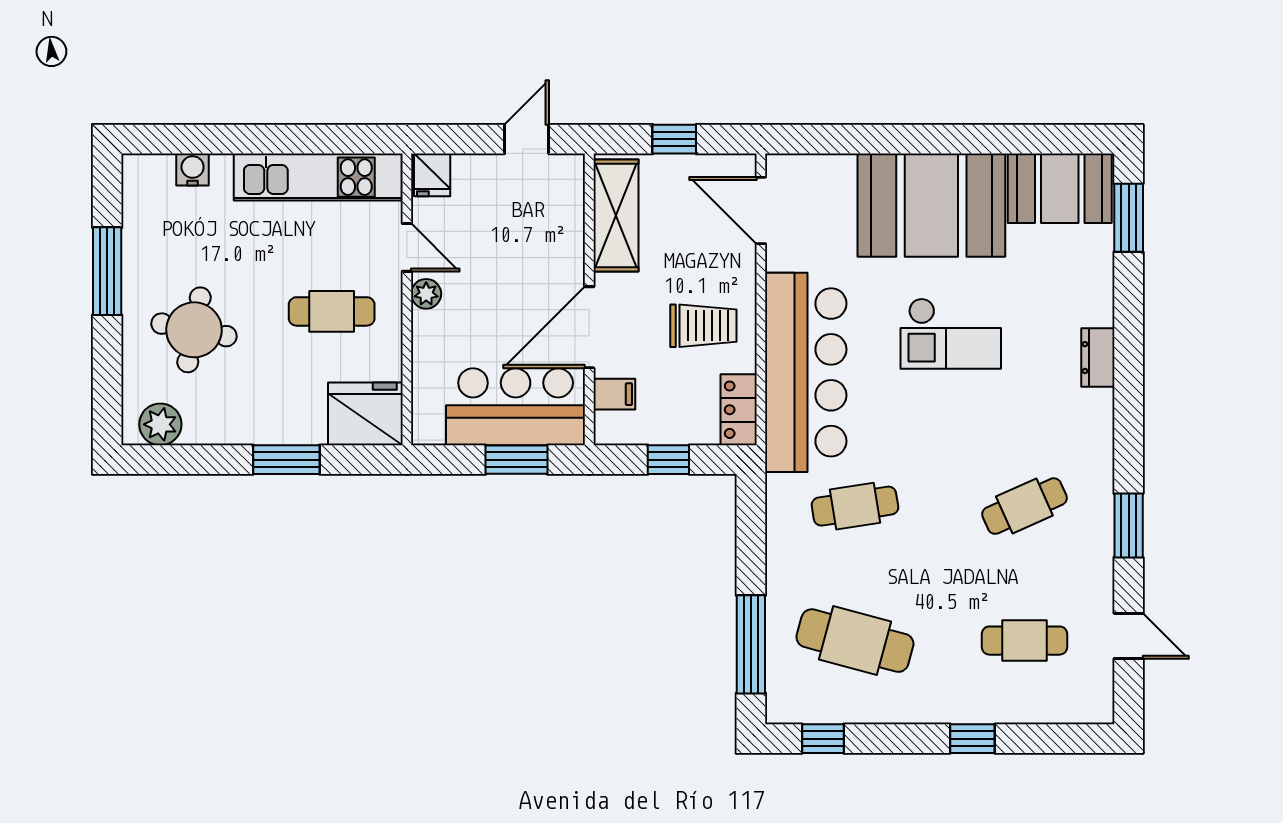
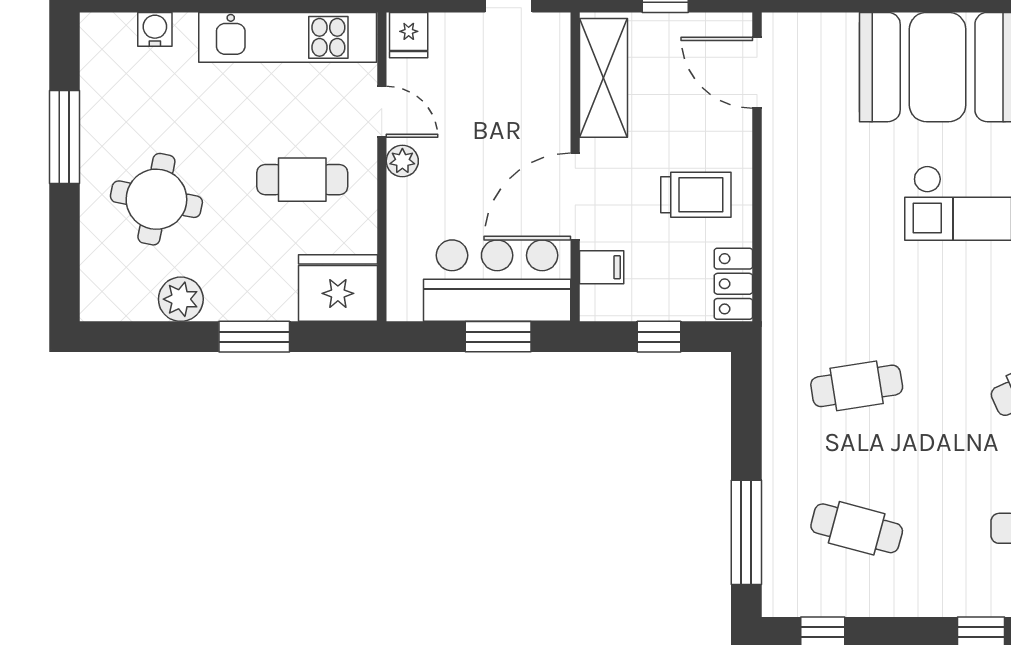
bar counter: (806, 372) -> (805, 244), removed
plant: (160, 424) -> (181, 299), moved
cafe table: (855, 641) -> (857, 528), width x0.73, depth x0.74

